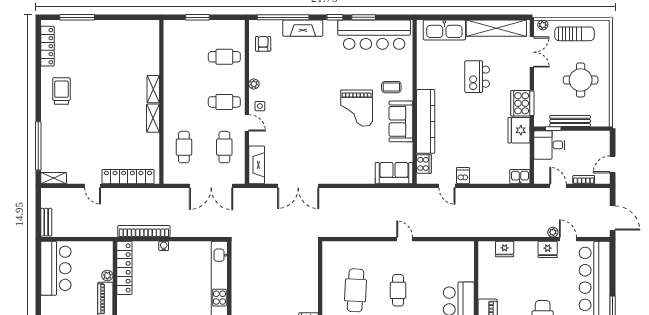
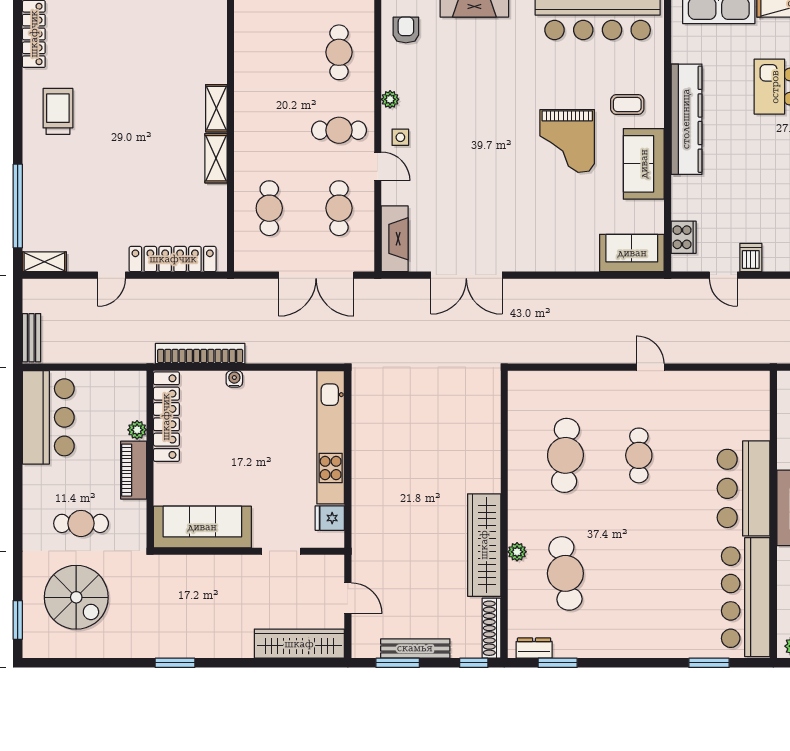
cafe table: (224, 57) -> (339, 52), turned 90
kitchen counter: (426, 121) -> (686, 119), moved
door: (93, 186) -> (112, 275), hinge flipped

